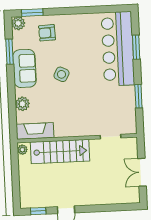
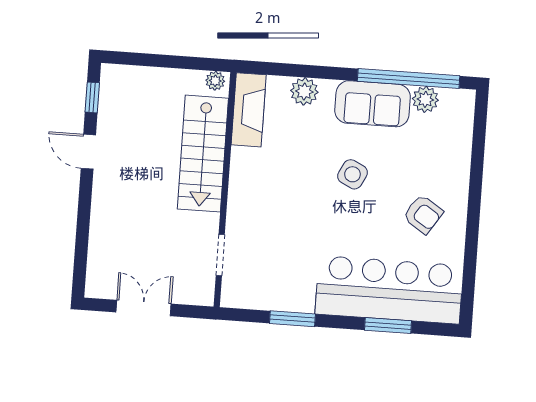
window: (32, 13) -> (479, 132), removed
plant: (18, 23) -> (425, 99), moved
armchair: (47, 33) -> (423, 214), moved, turned 126
window: (10, 52) -> (409, 79), width x2.11

